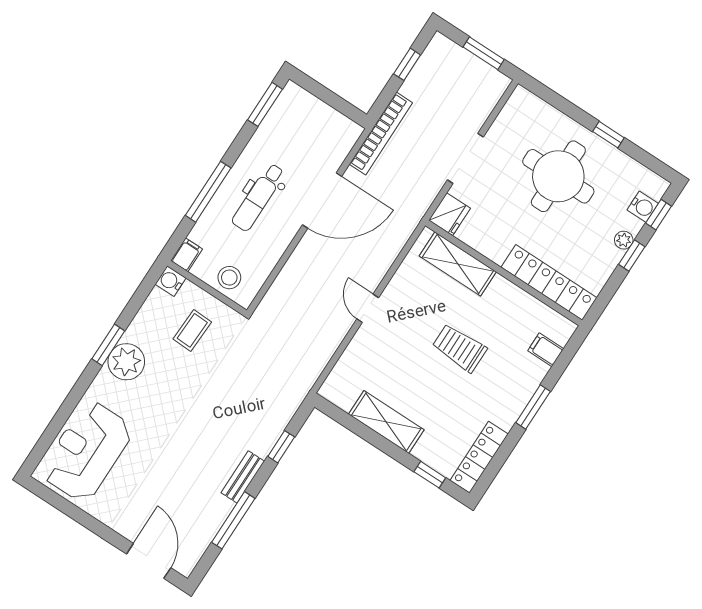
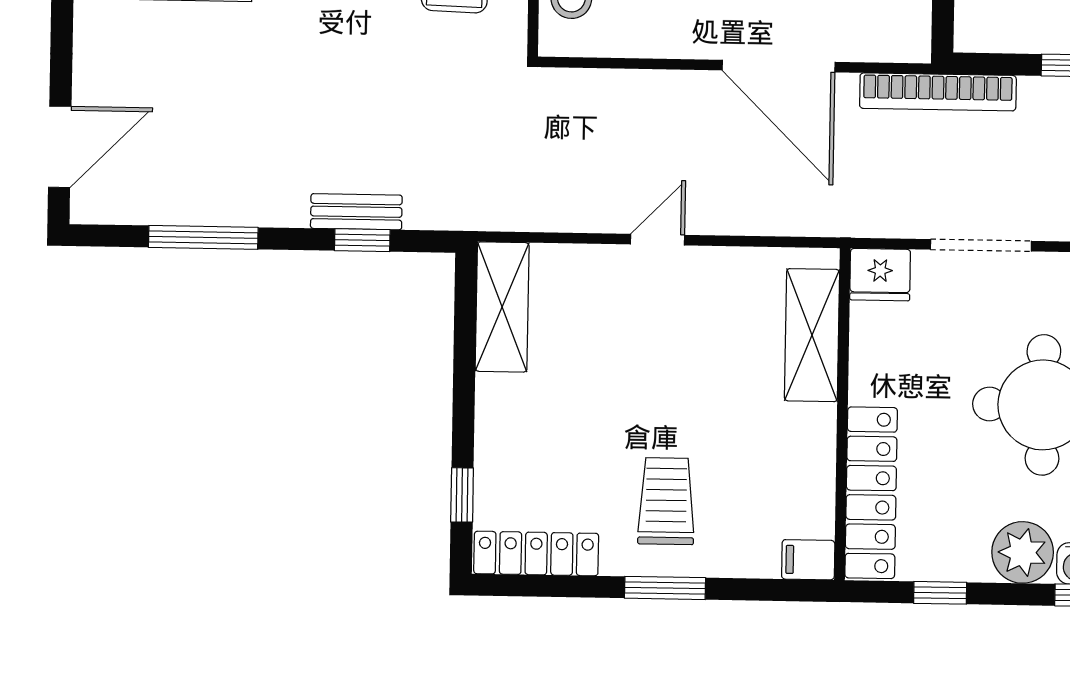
plant: (624, 240) -> (1023, 552), width x1.87, depth x1.87
window: (632, 256) -> (940, 593), moved
trolley: (459, 348) -> (666, 501), moved
filing cabinet: (546, 350) -> (808, 560), moved, turned -90
shelving: (386, 422) -> (502, 307), moved
bench: (243, 477) -> (356, 212), moved

